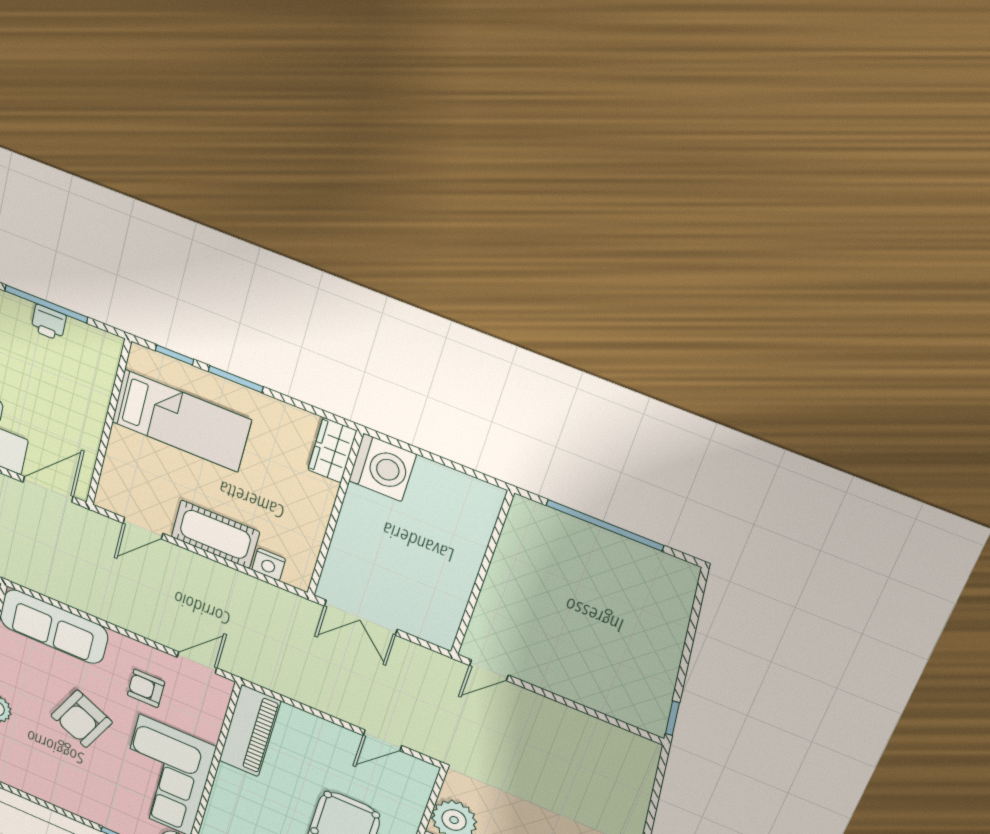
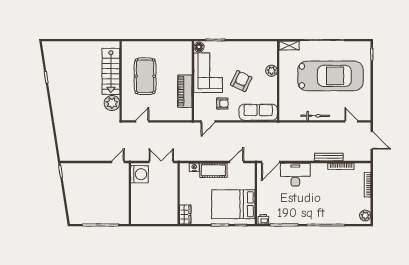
printer: (49, 323) -> (263, 219), moved
bed: (181, 421) -> (233, 204), width x1.50
washing machine: (382, 468) -> (140, 174), moved, turned 180
piano: (250, 731) -> (185, 91), moved

